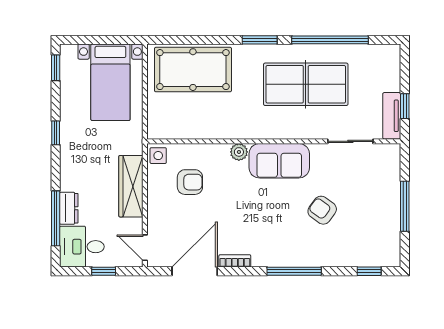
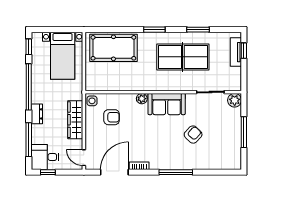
window: (330, 40) -> (198, 30), width x0.47
window: (405, 106) -> (244, 51), moved
tv unit: (392, 116) -> (236, 52), moved
window: (56, 133) -> (29, 87), width x3.17
plant: (390, 155) -> (235, 100), added
dresser: (69, 208) -> (37, 114), moved
armchair: (322, 210) -> (193, 135), turned 97
window: (104, 271) -> (48, 172), moved
window: (369, 271) -> (222, 172), removed

